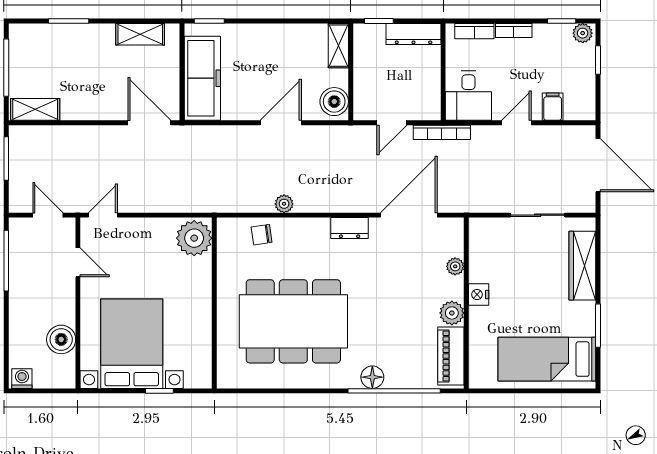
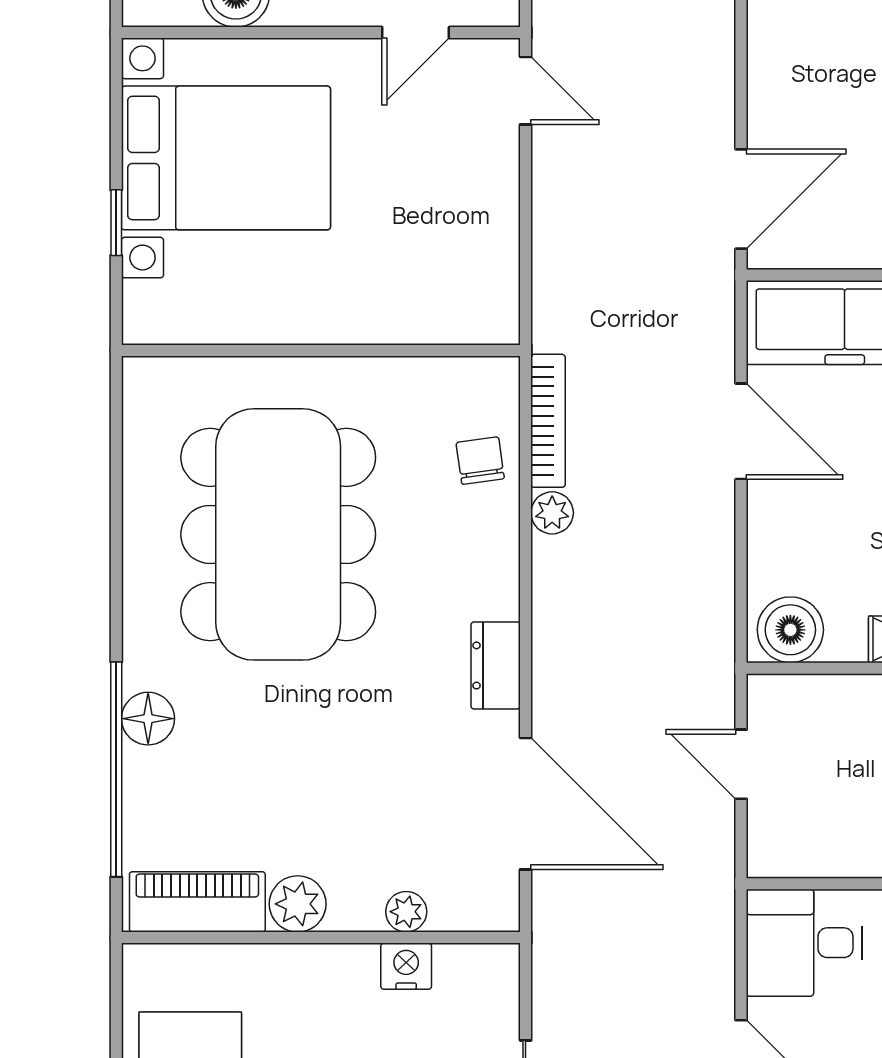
door: (281, 123) -> (741, 431), moved
bookcase: (442, 132) -> (548, 421), moved, turned 180
plant: (194, 238) -> (472, 303), removed
nightstand: (479, 295) -> (406, 966), moved

